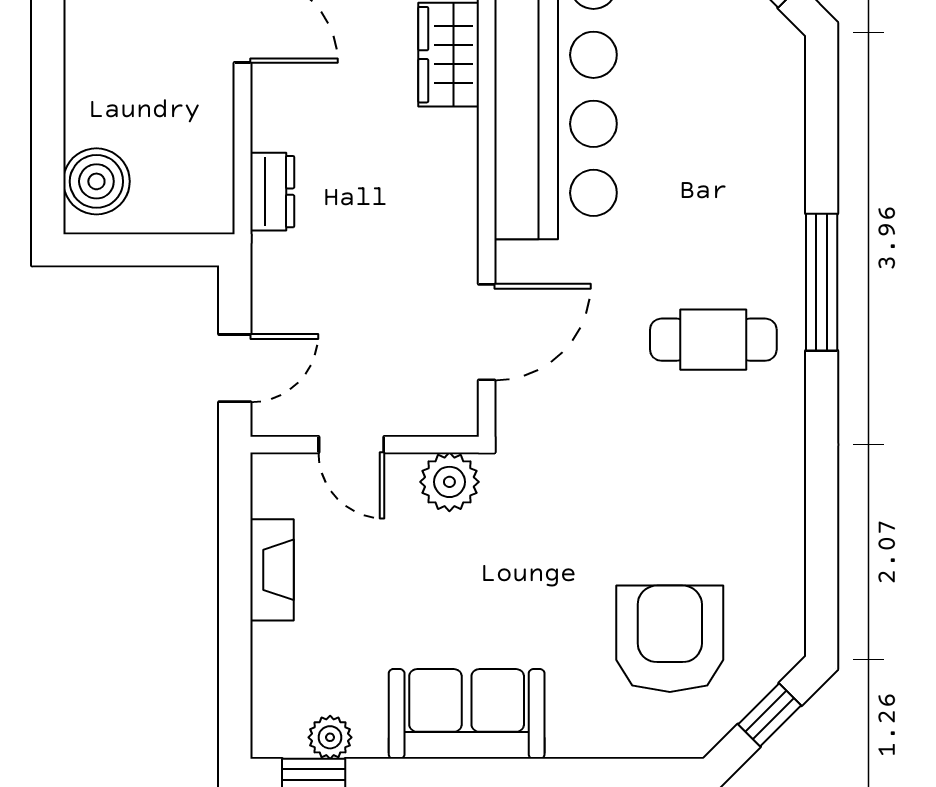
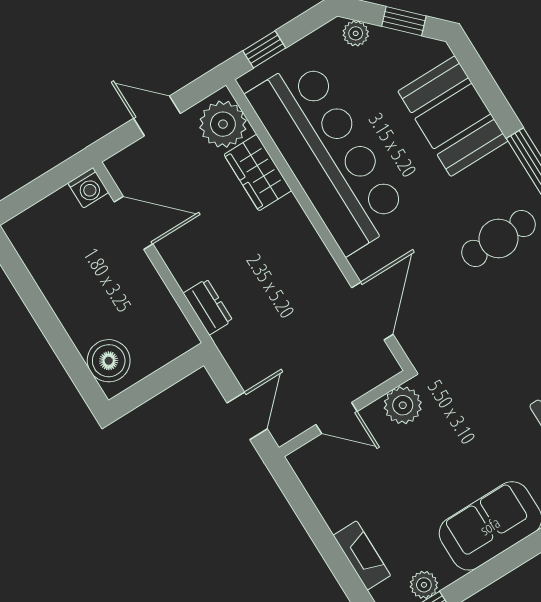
booth: (753, 140) -> (453, 116), added
fireplace: (272, 570) -> (362, 555), moved

